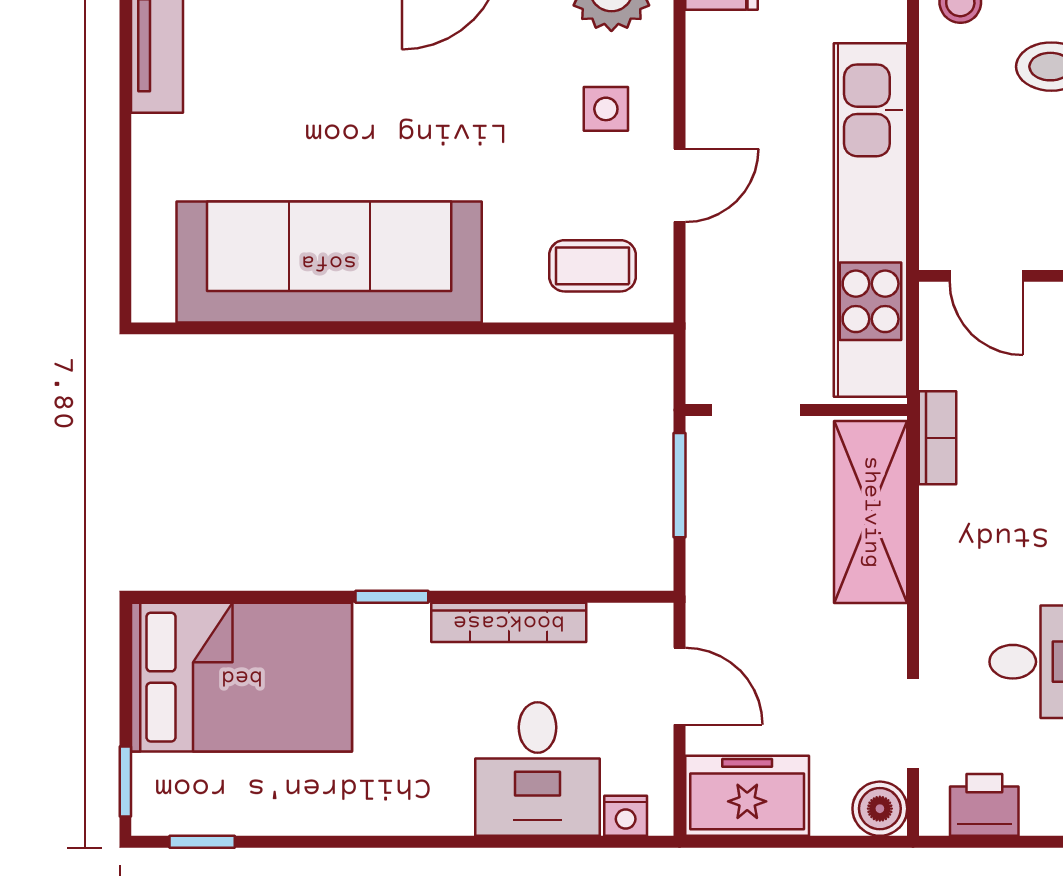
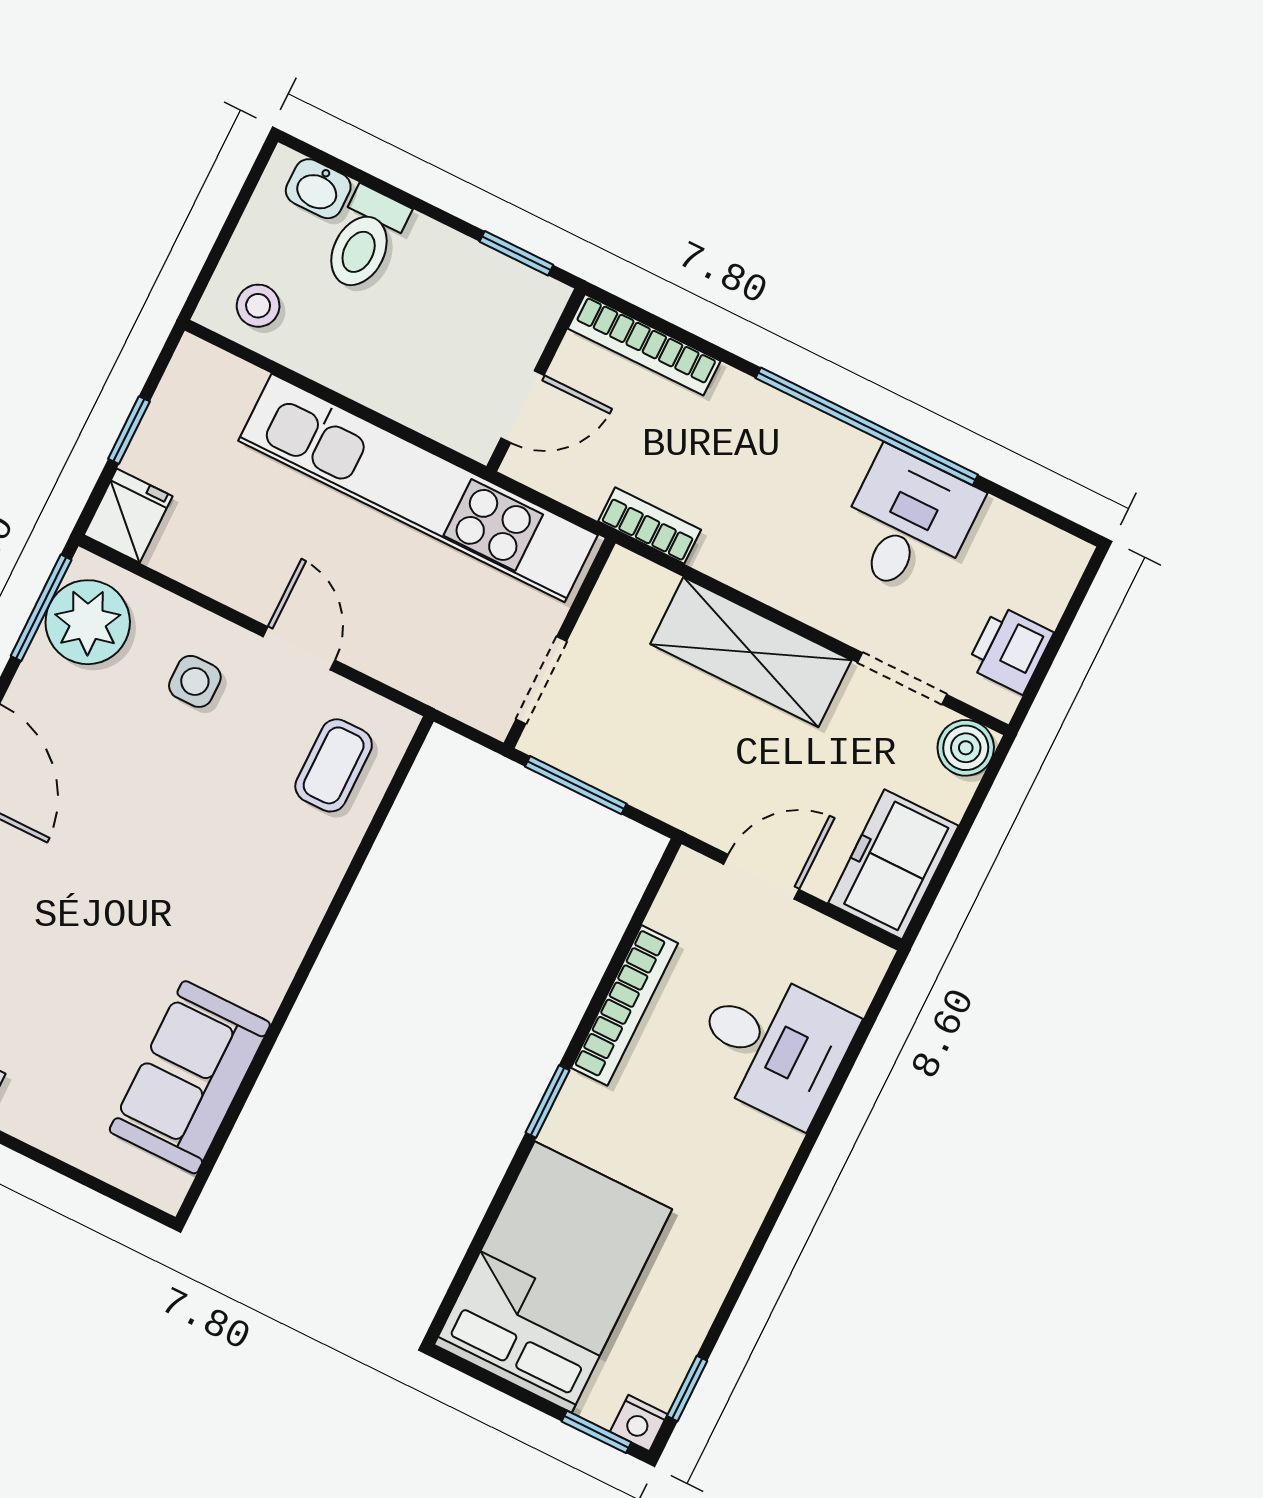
sofa: (329, 262) -> (190, 1077), width x0.54, depth x0.79
shelving: (871, 512) -> (751, 652), moved
nightstand: (626, 816) -> (639, 1423), moved, turned 90

